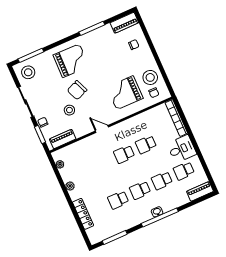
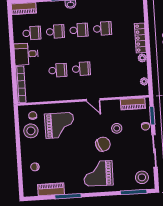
piano: (124, 23) -> (51, 189), moved
locker: (83, 214) -> (140, 38), moved

